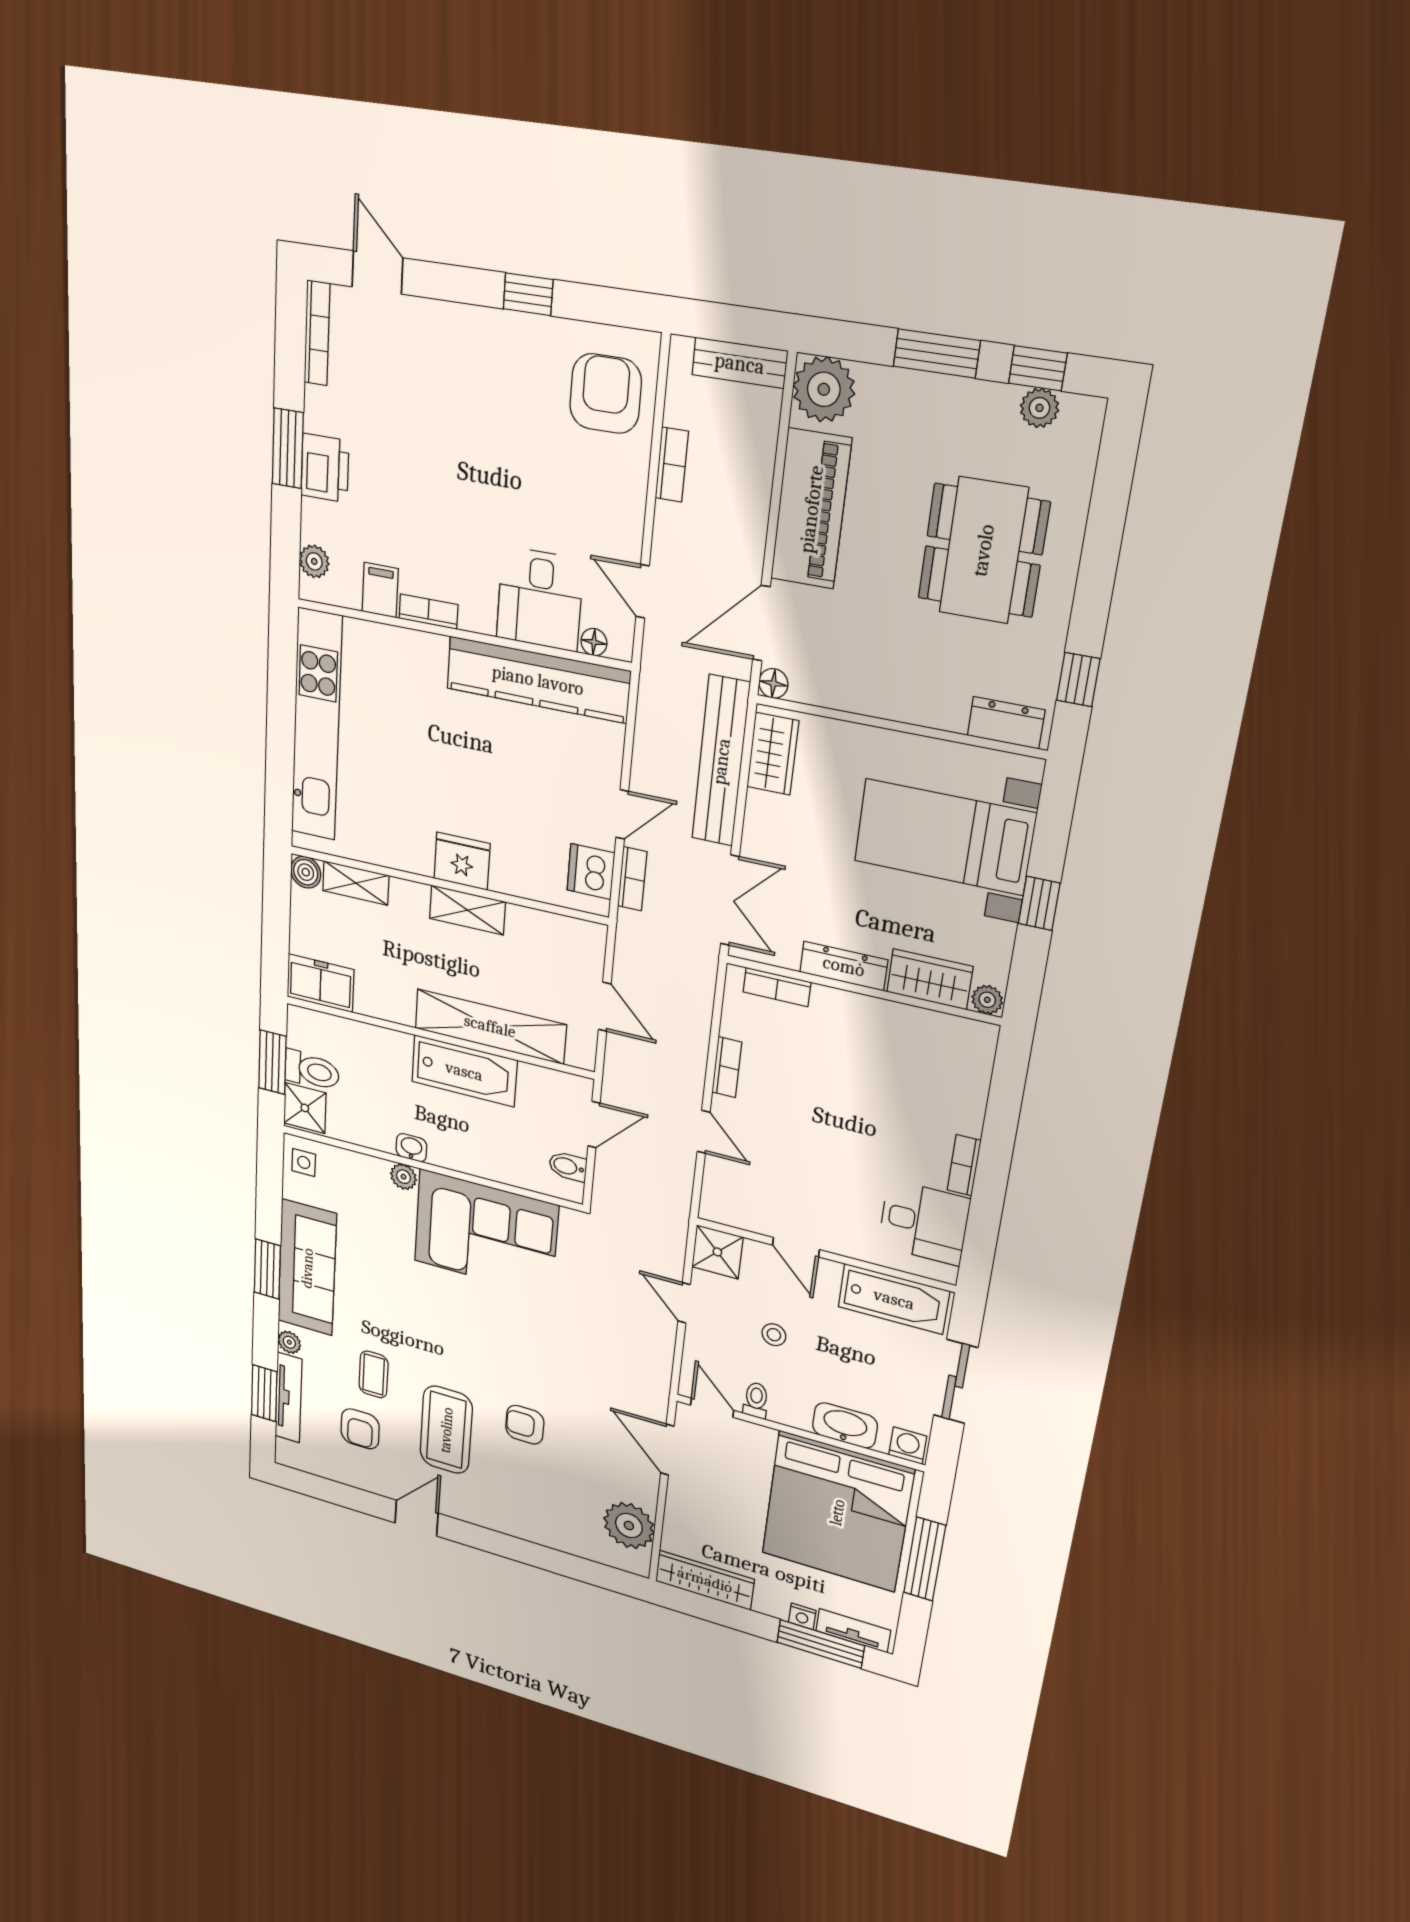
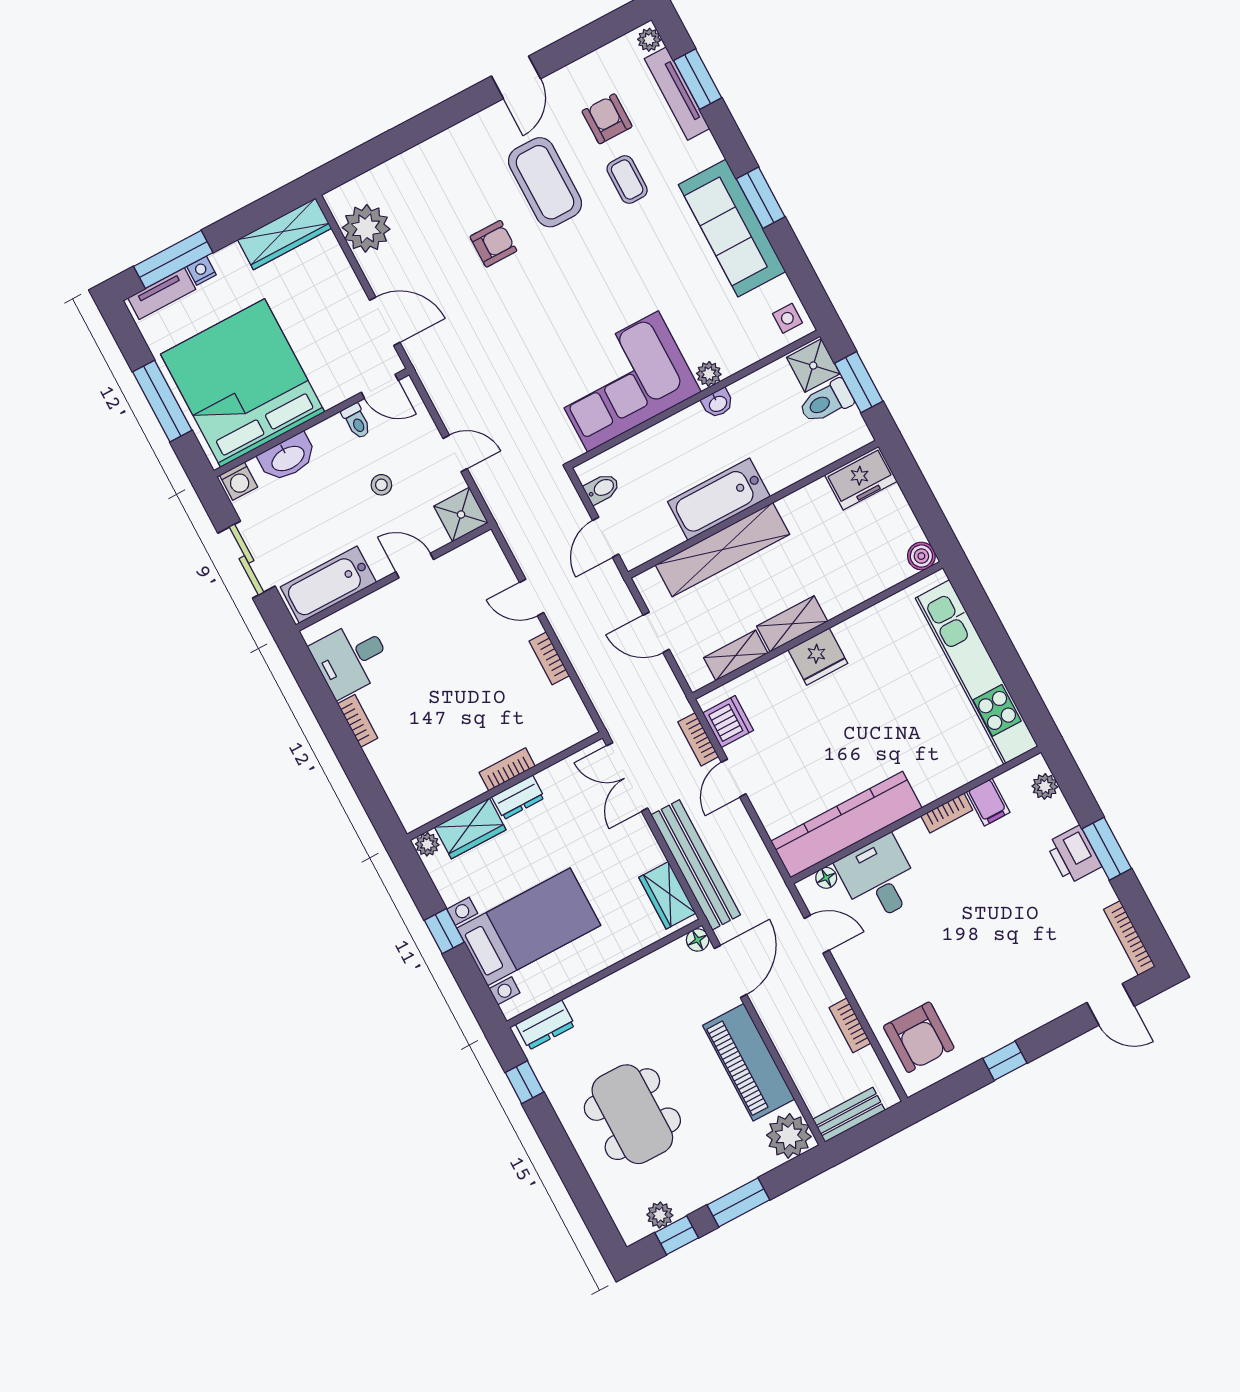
shelving: (356, 883) -> (736, 655), moved
dresser: (844, 966) -> (518, 797), width x0.70
bookcase: (777, 987) -> (507, 769), moved
plant: (289, 1342) -> (649, 40), moved

